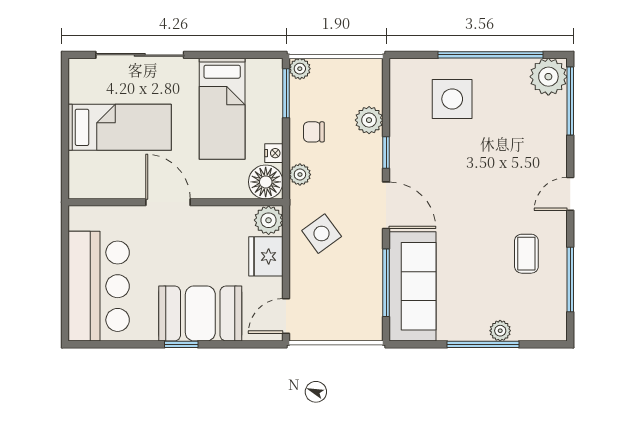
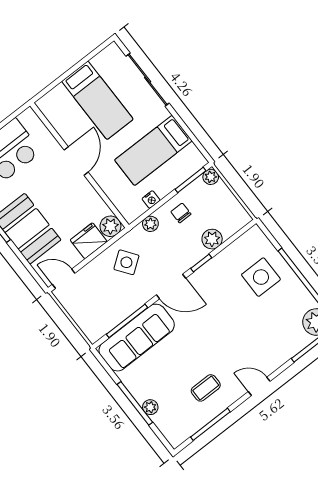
floor lamp: (266, 182) -> (131, 208), removed
door: (386, 205) -> (171, 287), hinge flipped

